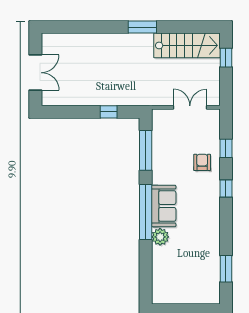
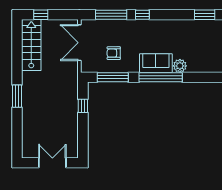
window: (142, 27) -> (17, 96), moved
double door: (190, 107) -> (79, 43), width x1.37
window: (226, 148) -> (111, 15), width x2.17
armchair: (202, 162) -> (114, 53), moved

